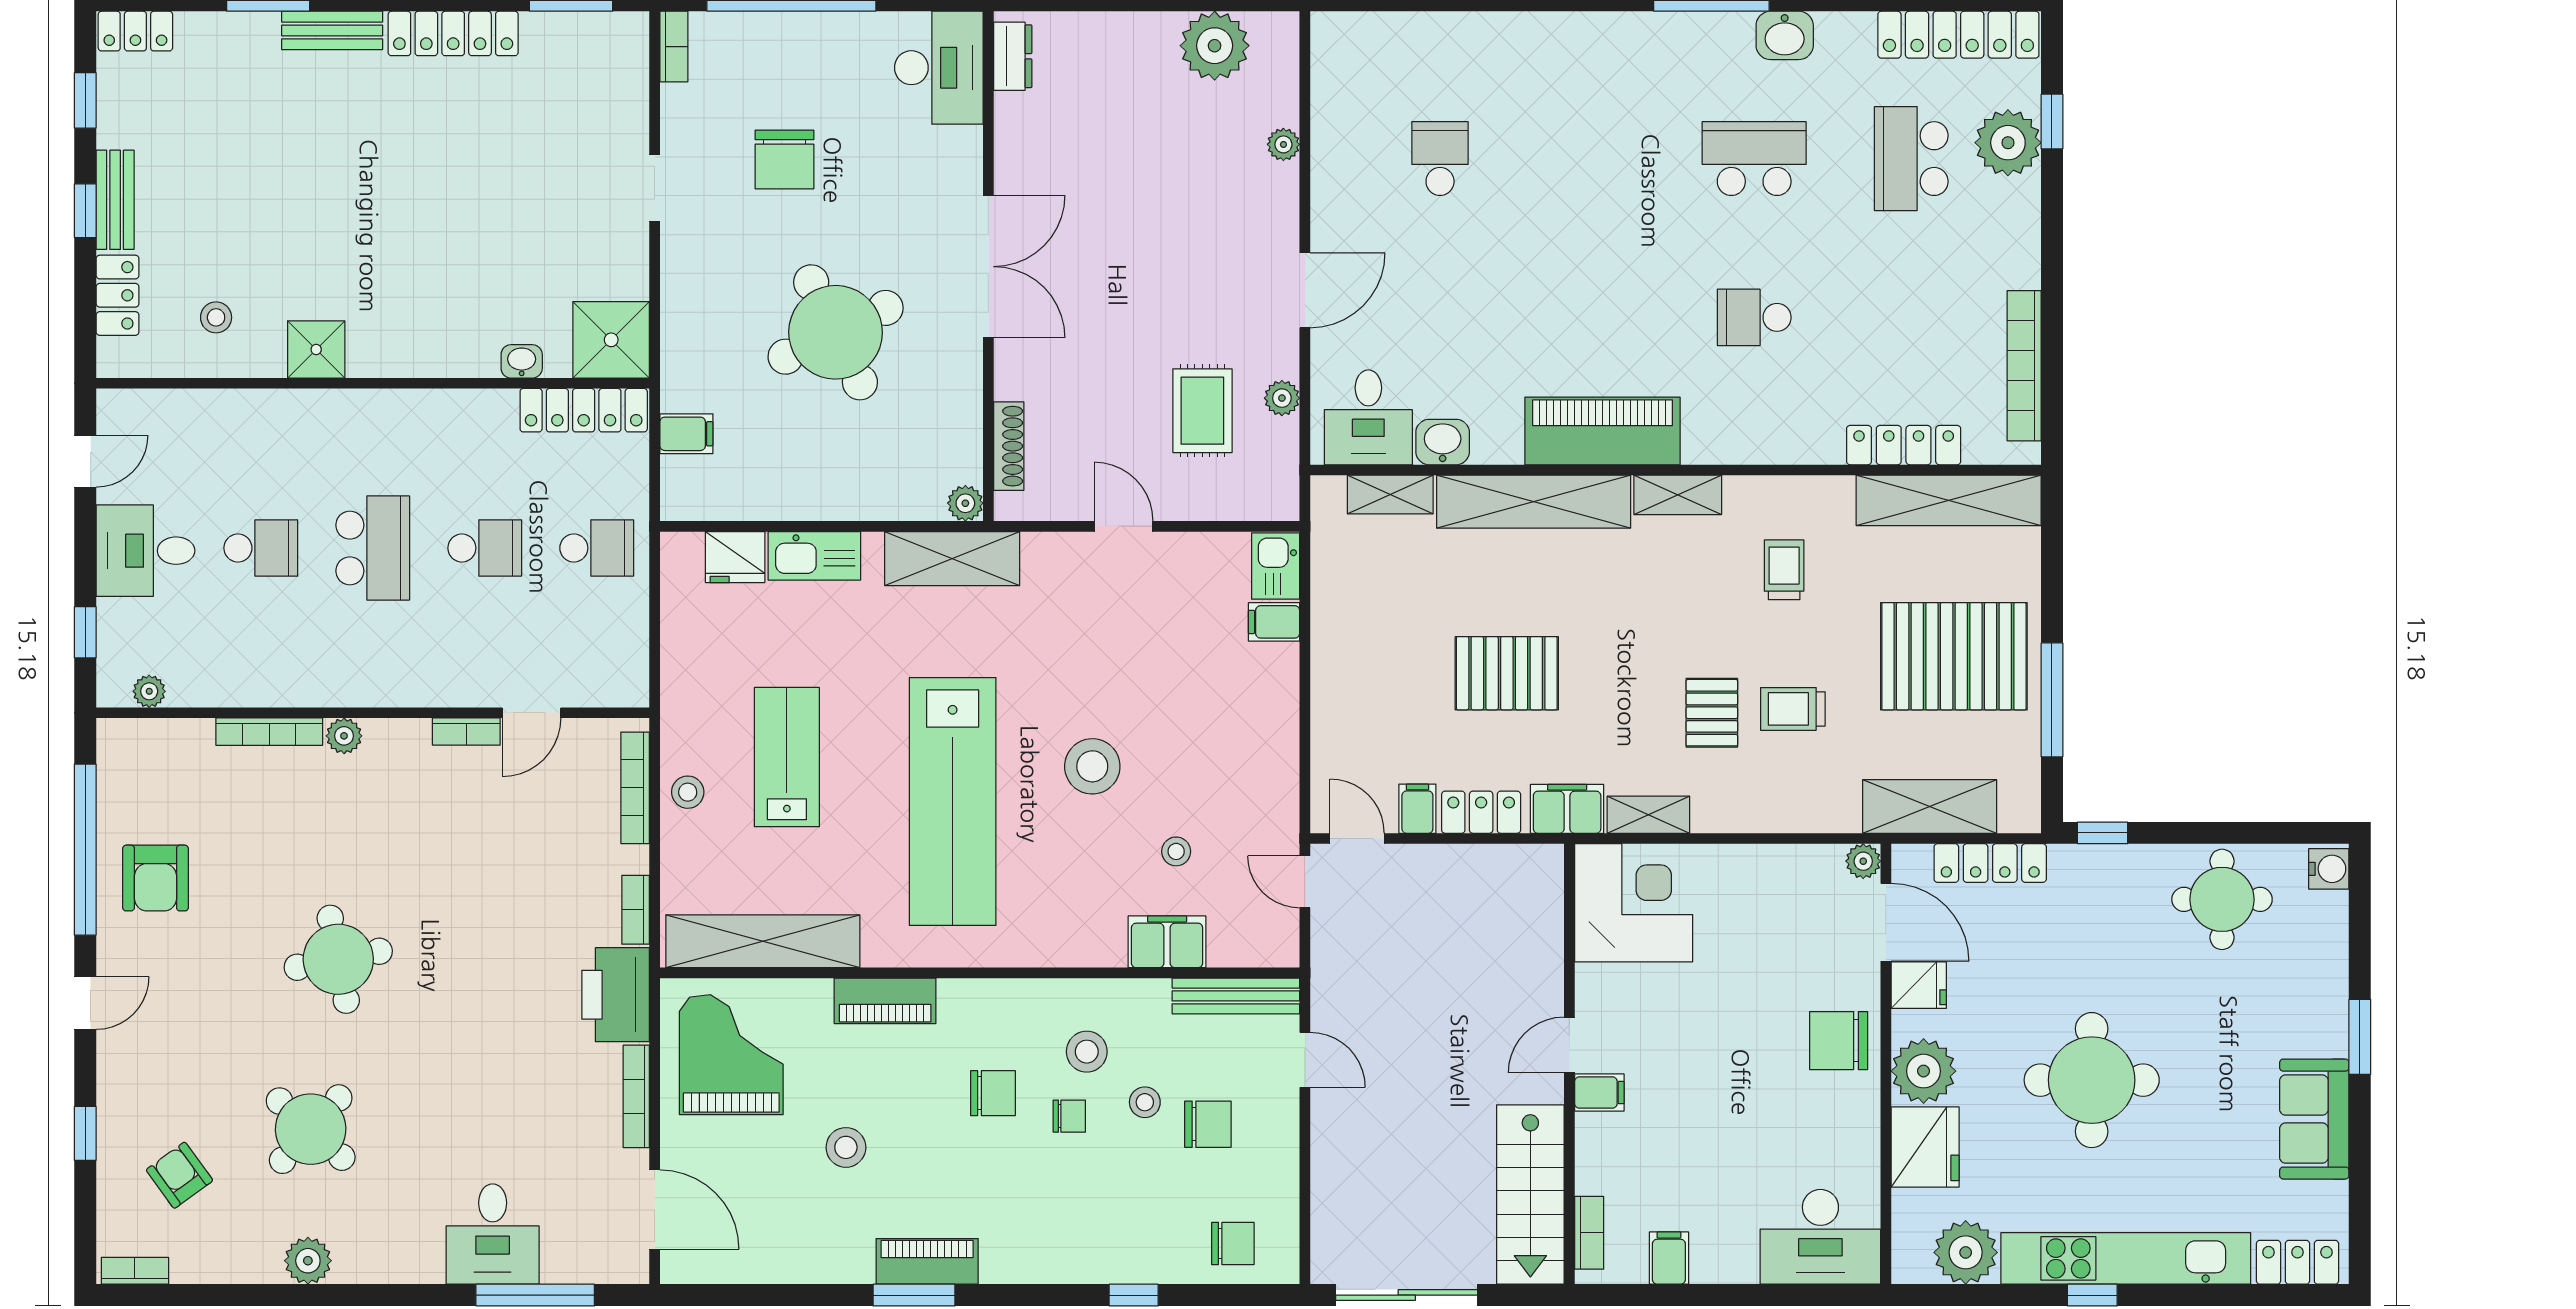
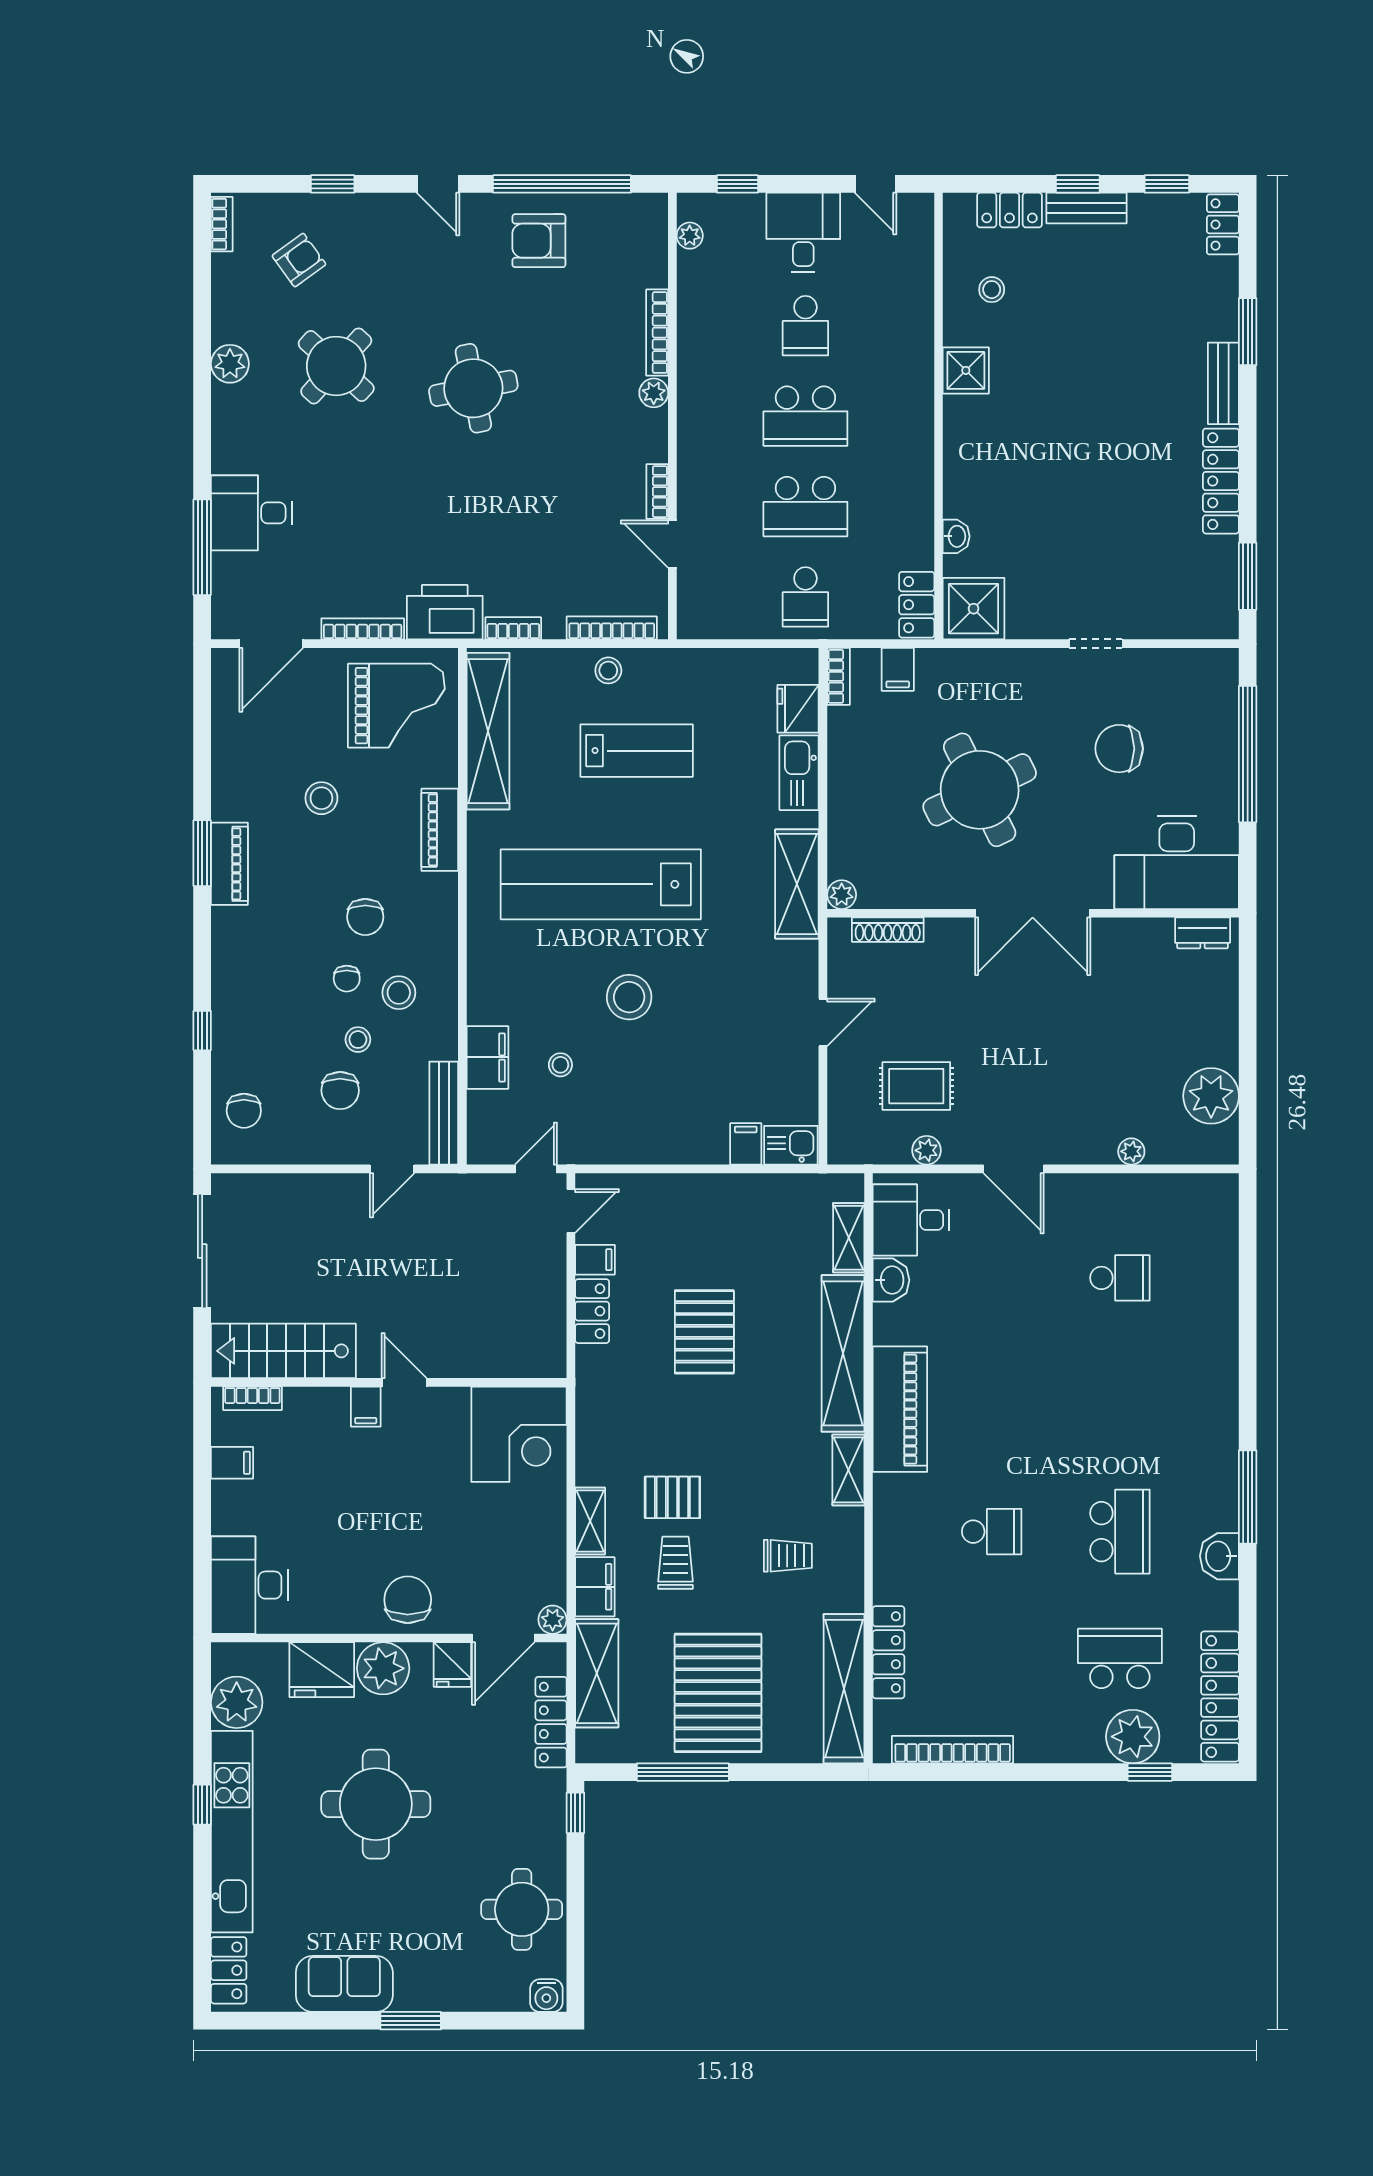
bookcase: (674, 47) -> (839, 676), moved, turned -90
desk: (939, 68) -> (1177, 863), width x1.36, depth x1.30
school desk: (1754, 317) -> (992, 1532), turned 90
locker: (584, 410) -> (917, 605), width x0.66
school desk: (485, 548) -> (805, 507), width x1.85
filing cabinet: (1567, 809) -> (595, 1587), moved
shelving: (1648, 815) -> (590, 1521), moved

